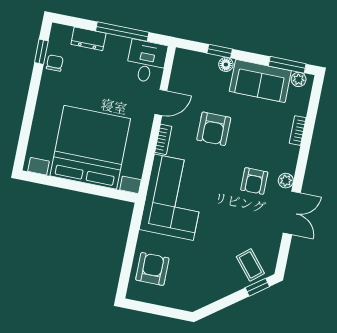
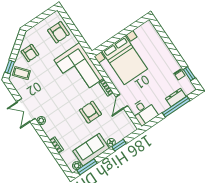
window: (122, 32) -> (176, 107), moved
bed with nightstands: (90, 147) -> (125, 60), width x0.73
armchair: (254, 181) -> (30, 53), moved, turned 180

